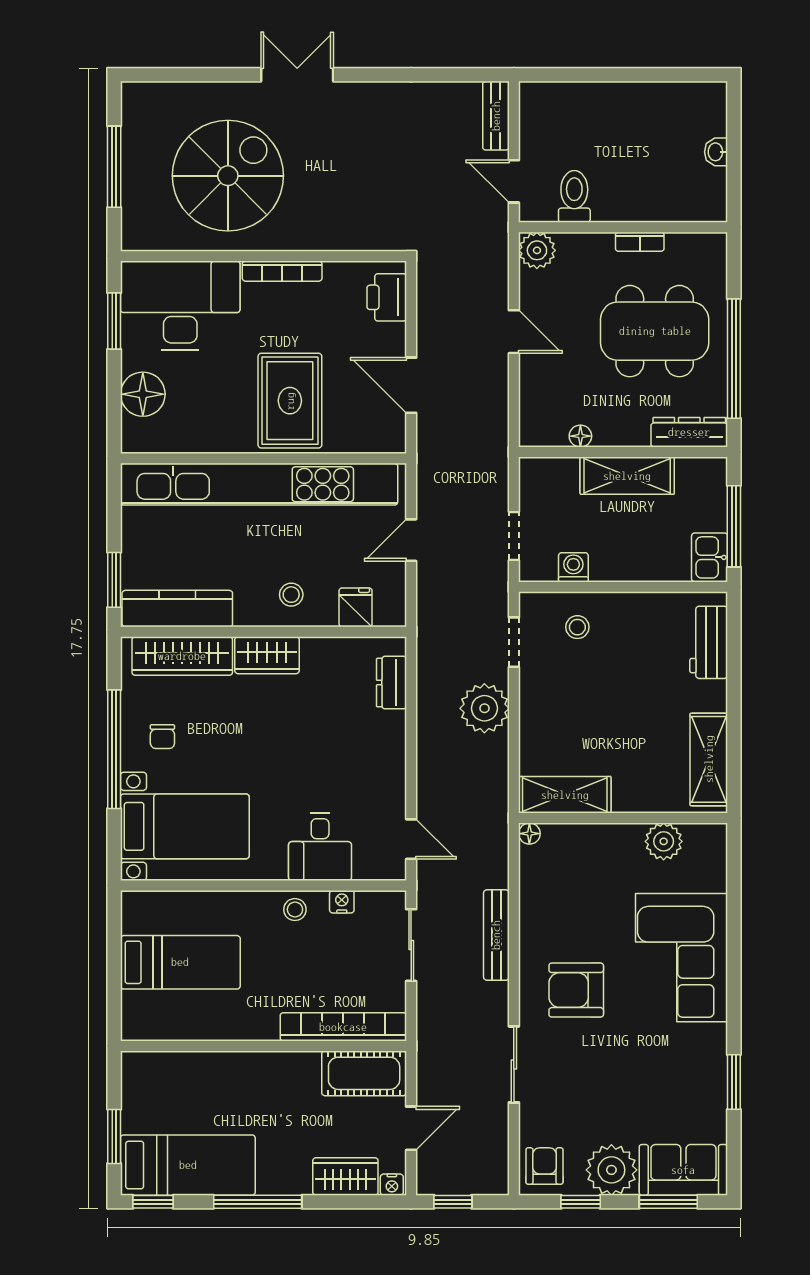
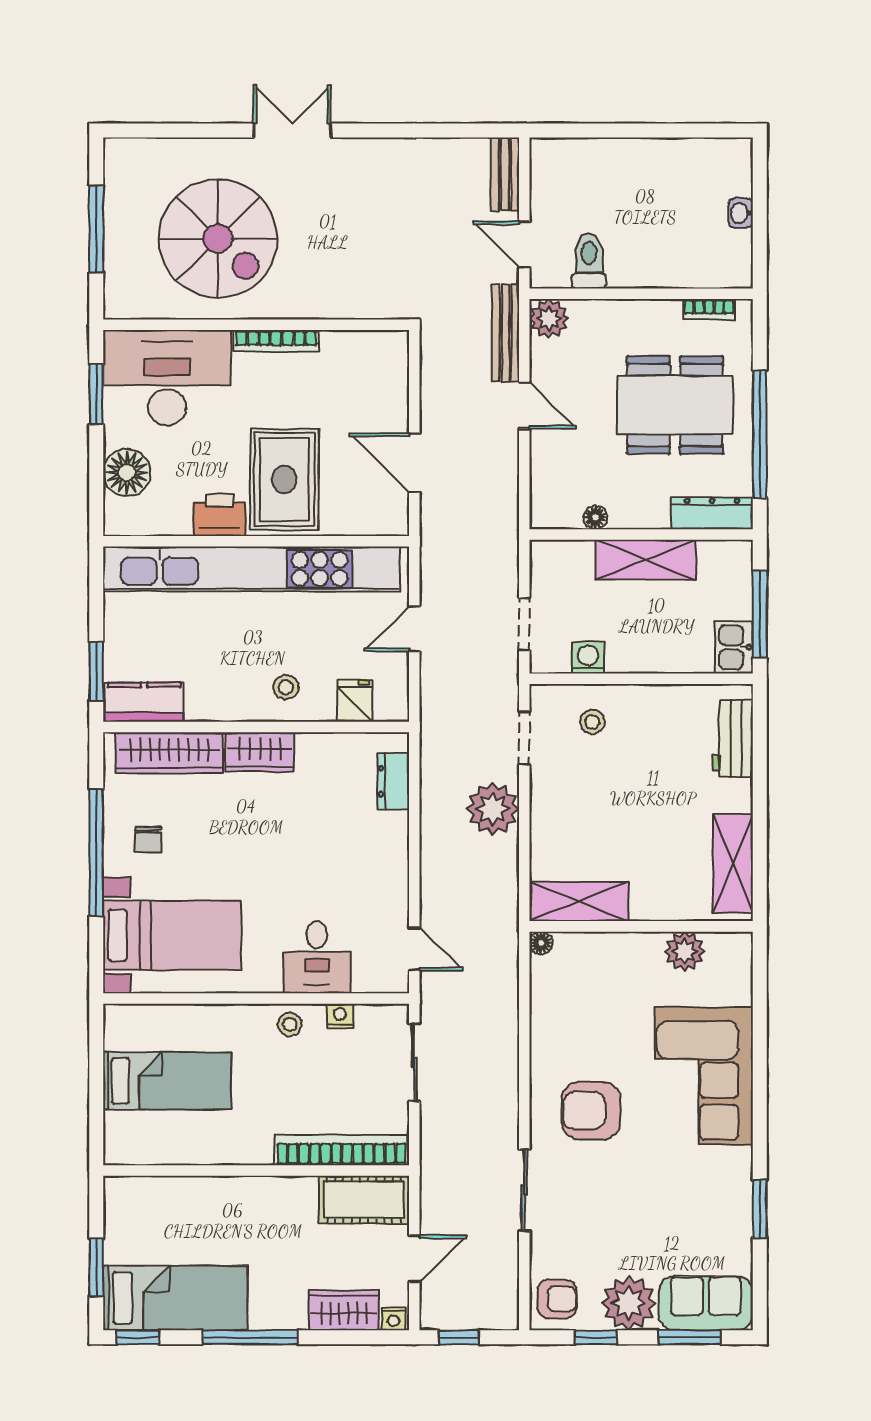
spiral stairs: (228, 176) -> (218, 239), turned 90
bookcase: (640, 242) -> (709, 309), moved
printer: (387, 297) -> (220, 515), moved, turned 90
kitchen counter: (177, 609) -> (144, 702), width x0.67
bench: (496, 935) -> (506, 333), moved
armchair: (544, 1166) -> (557, 1299), turned 90

